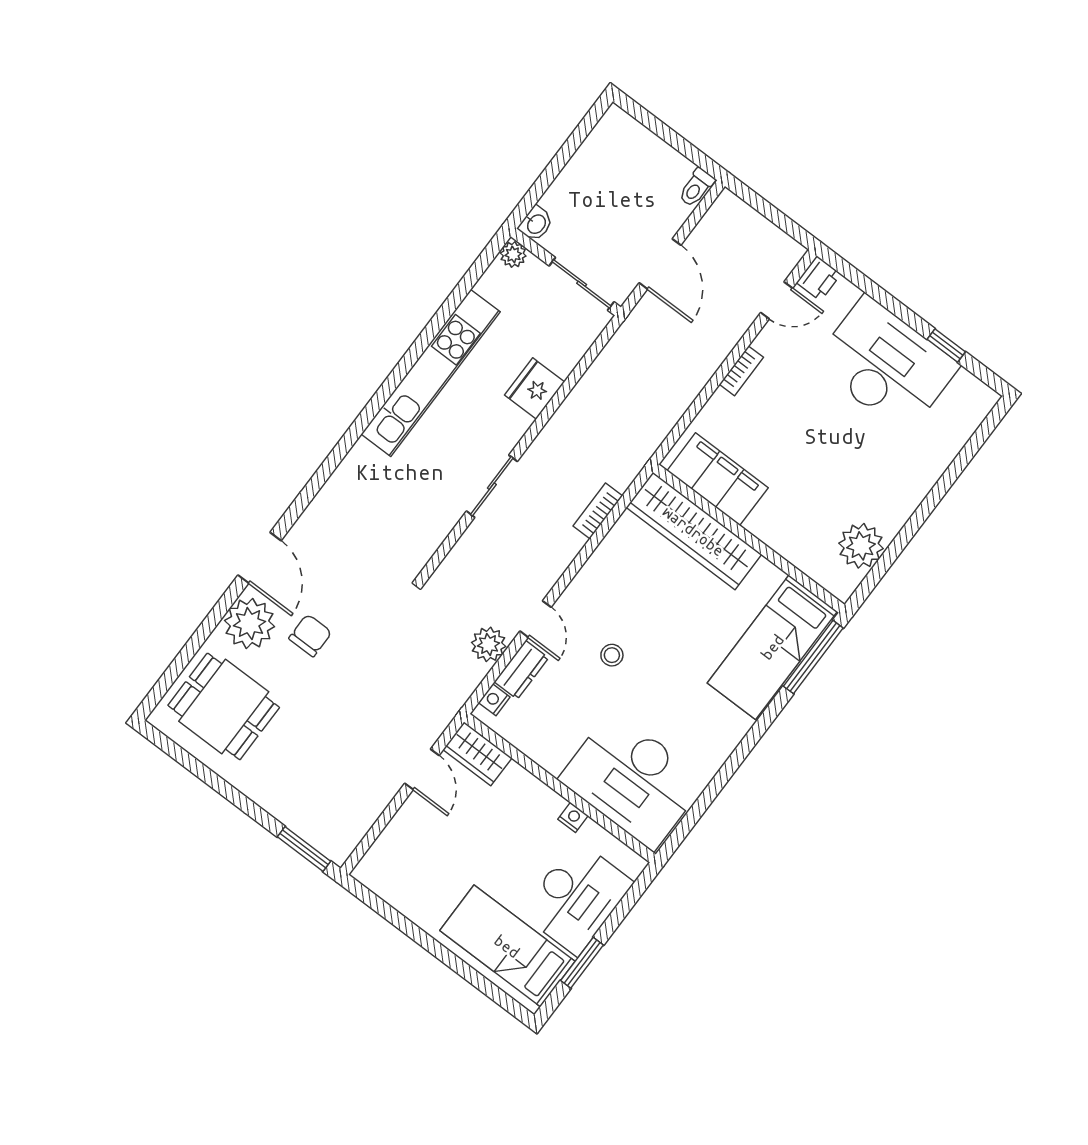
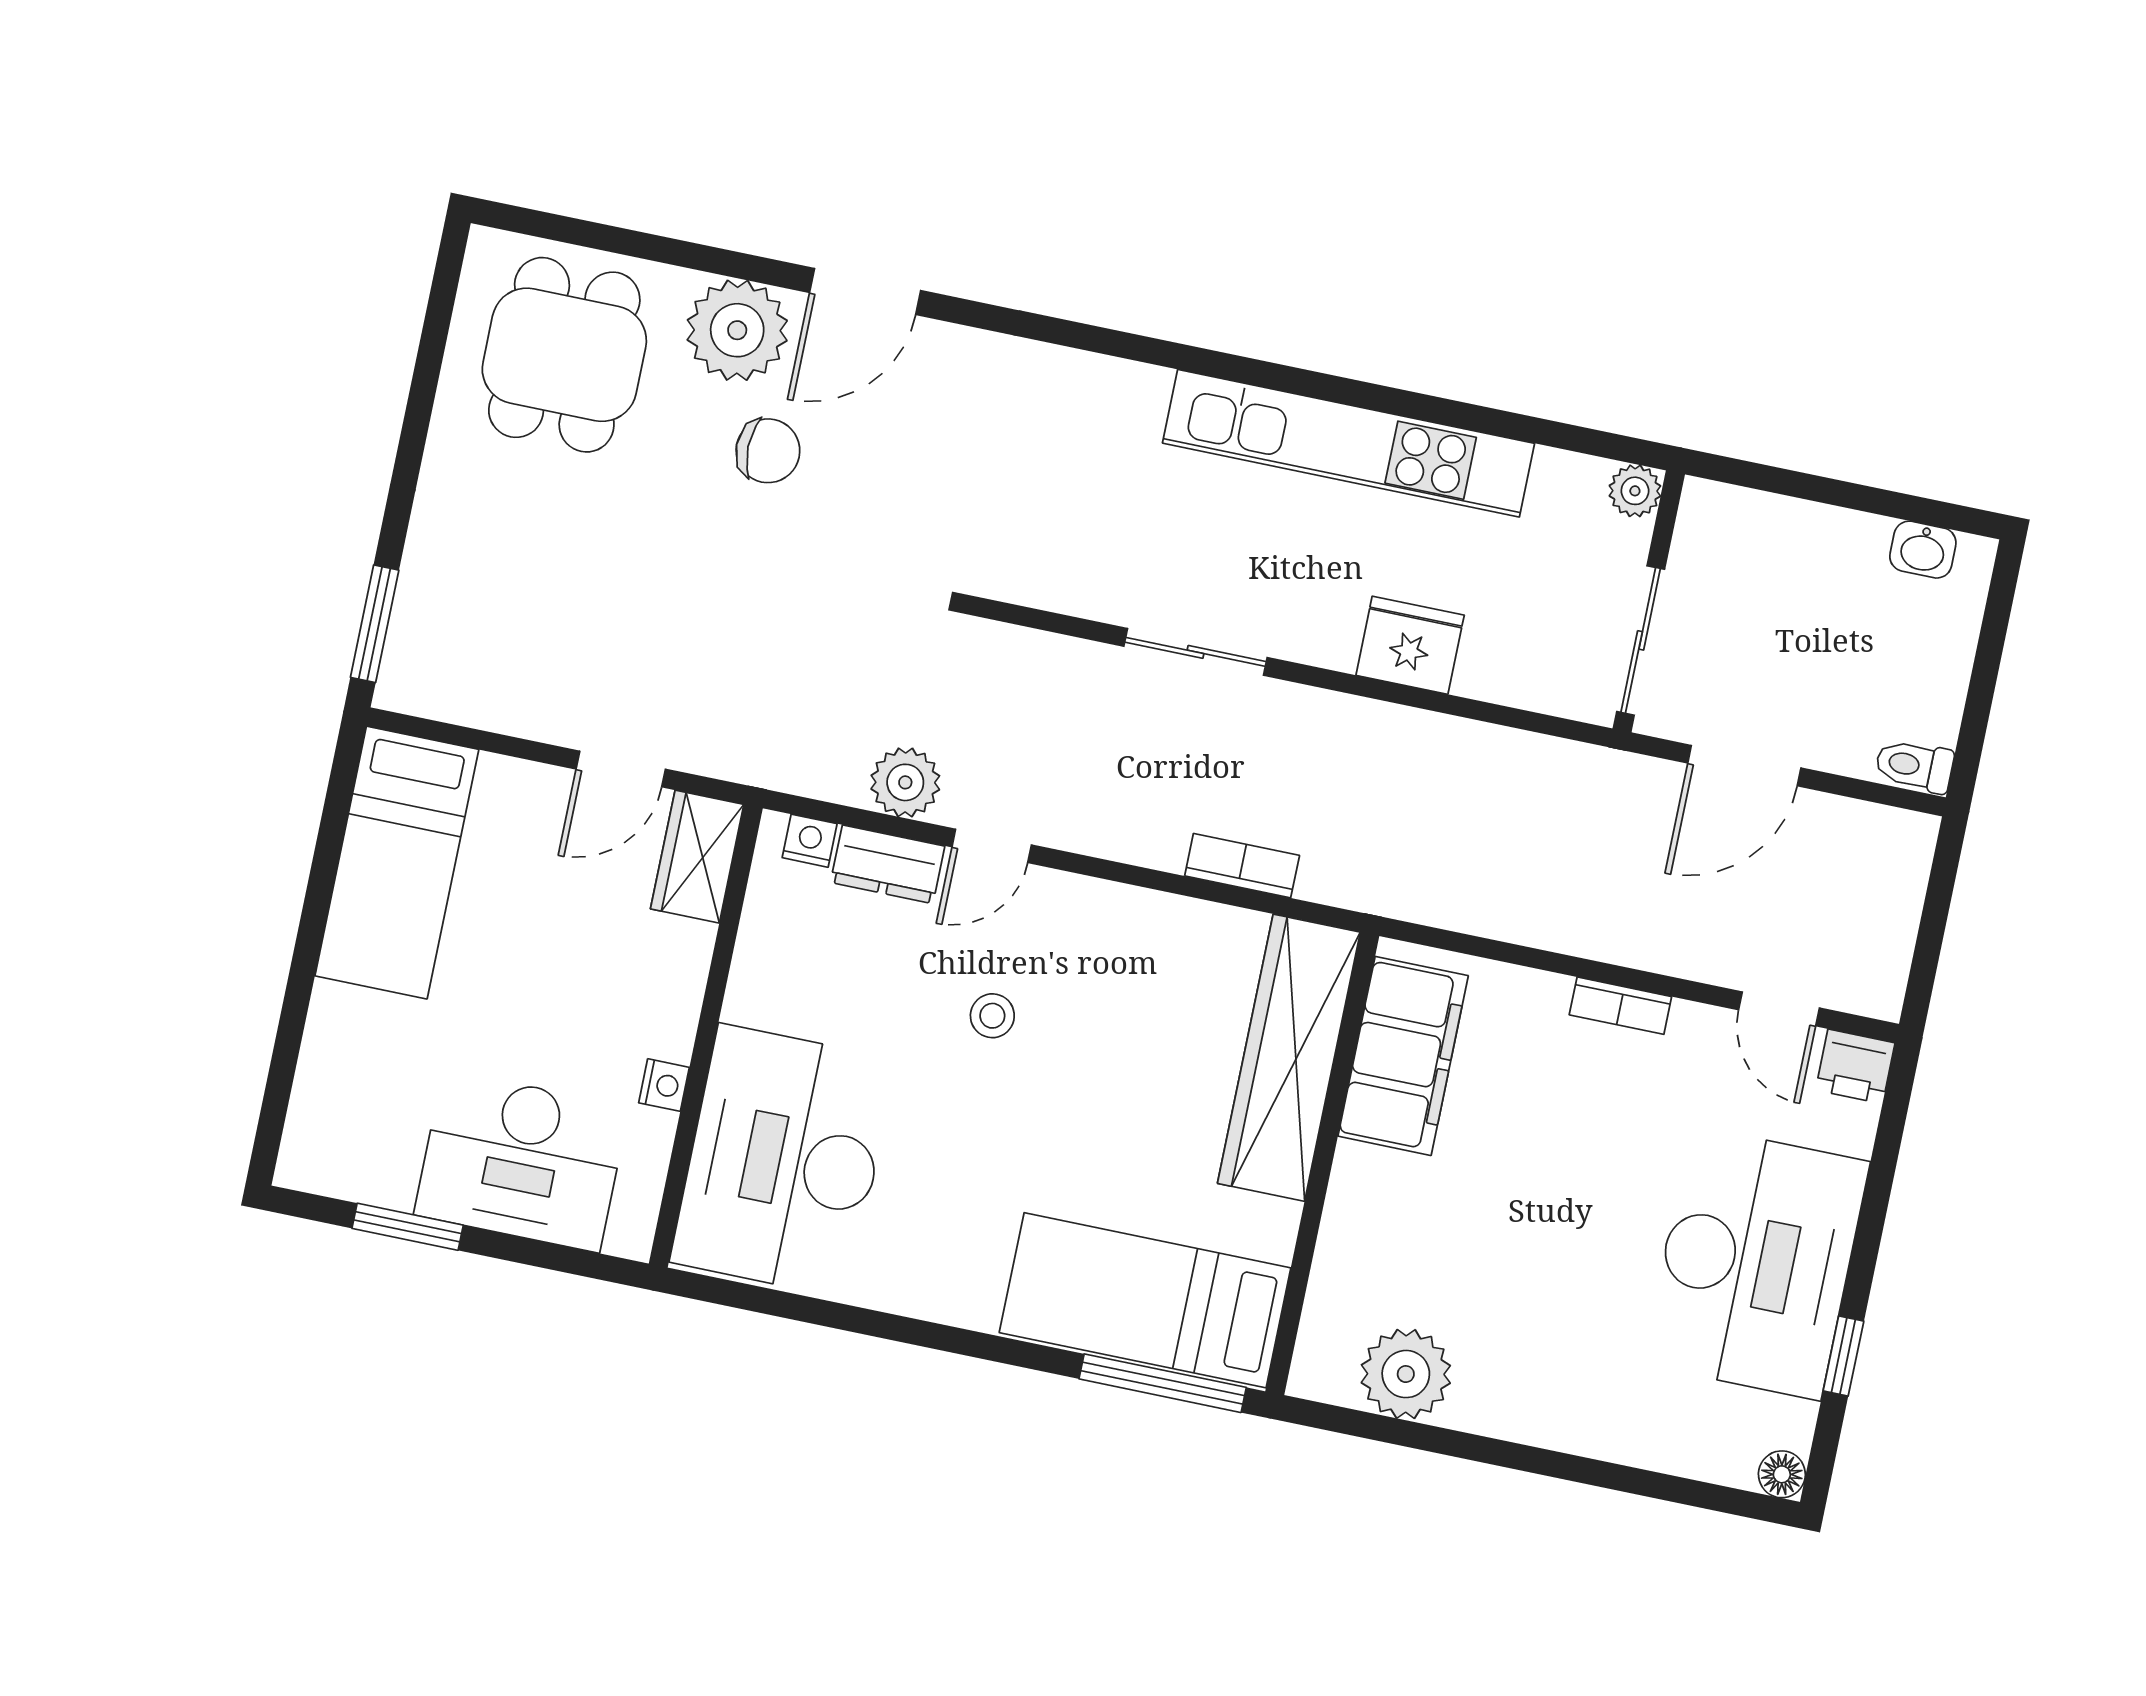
washbasin: (536, 224) -> (1923, 550), moved
floor lamp: (986, 398) -> (1782, 1474), added
bed: (507, 946) -> (397, 863), moved, turned 180

